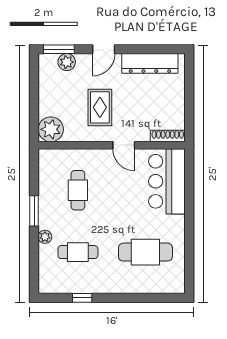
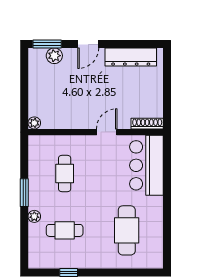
rug: (100, 107) -> (85, 97), removed
plant: (51, 129) -> (34, 123), width x0.53, depth x0.53
door: (124, 145) -> (107, 132), swing flipped
cafe table: (145, 252) -> (127, 230), turned 90

